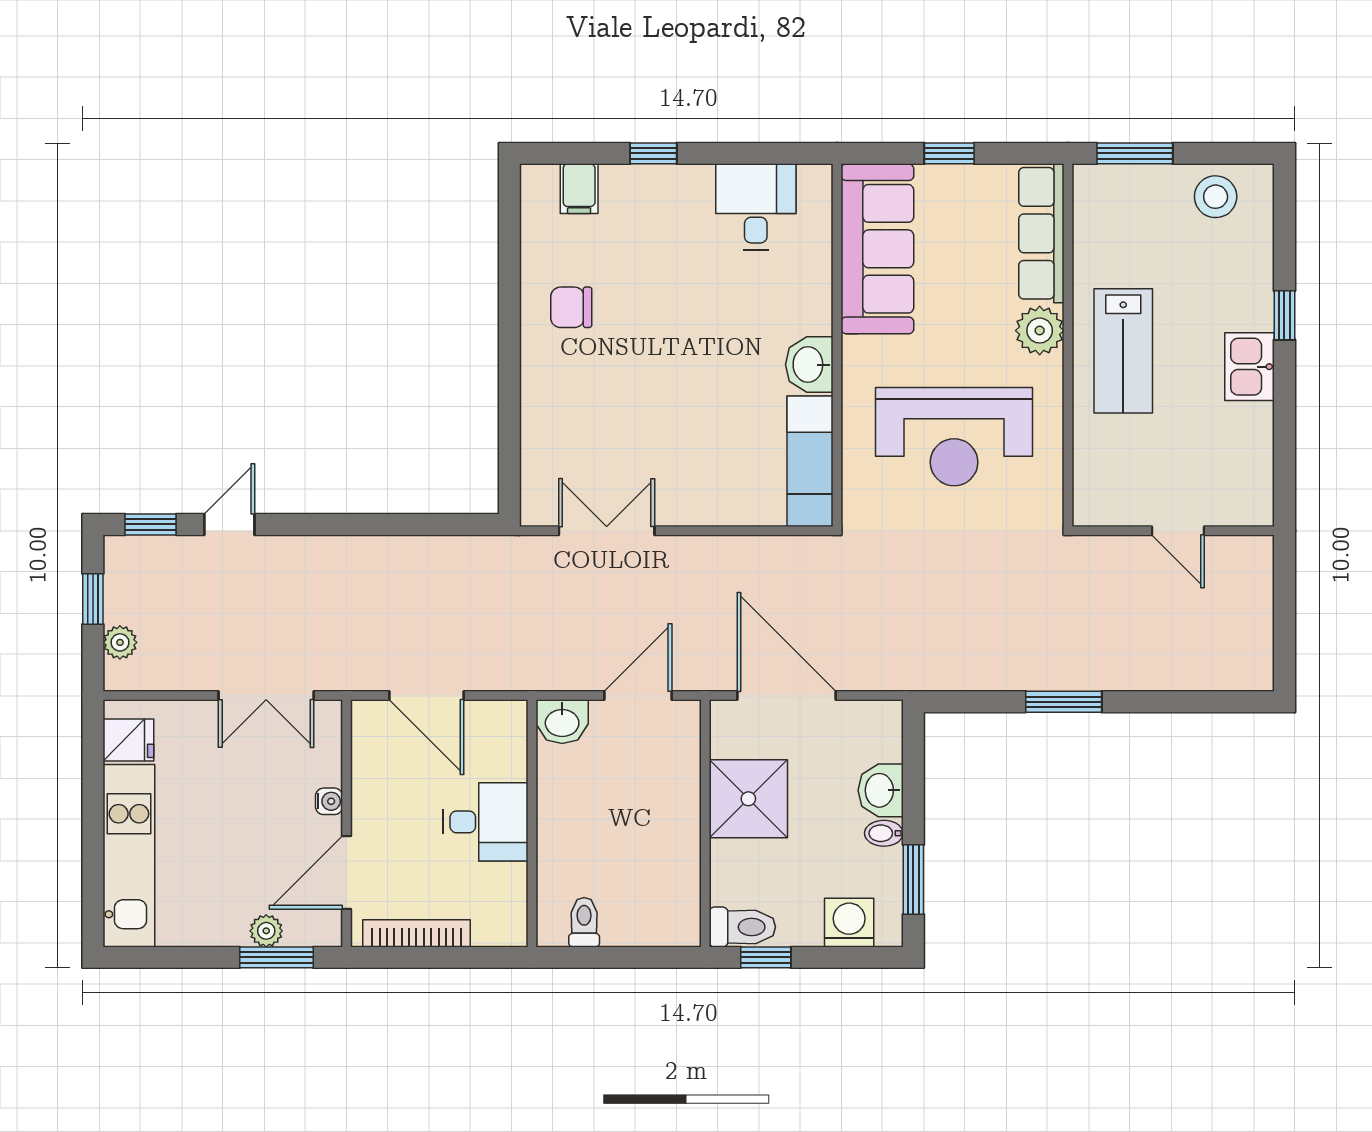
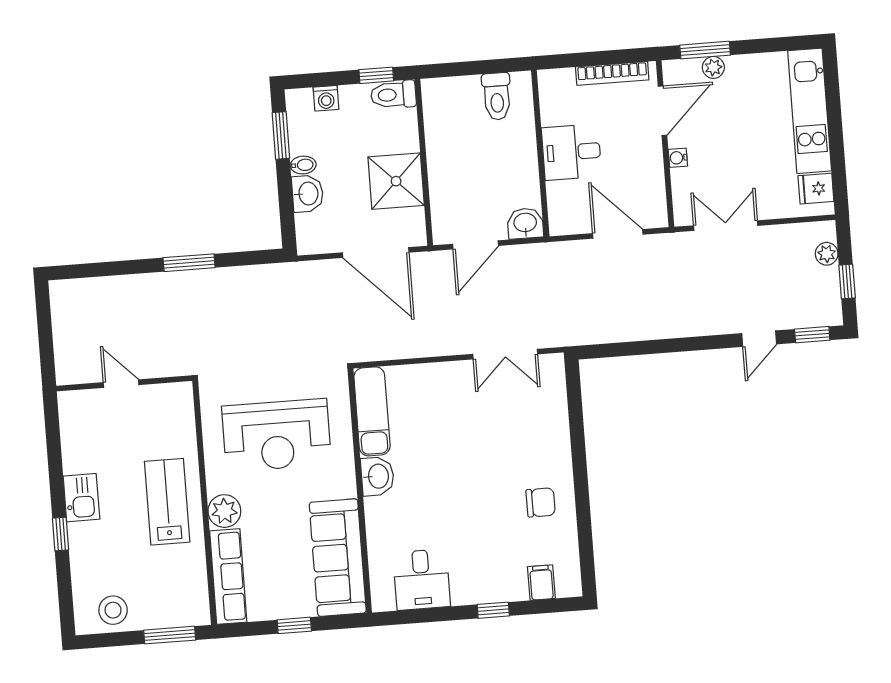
reception desk: (954, 437) -> (276, 435), turned 180
toilet: (584, 922) -> (497, 96), width x1.37, depth x1.39
washing machine: (849, 923) -> (326, 98), width x0.73, depth x0.73

